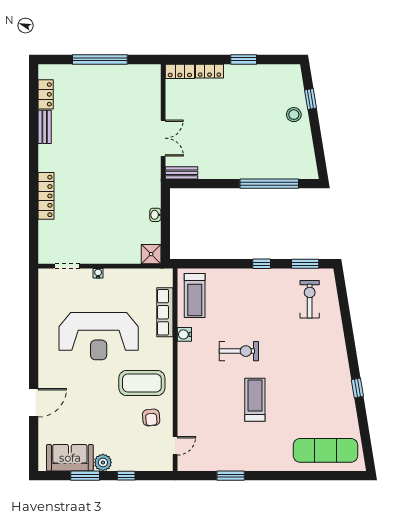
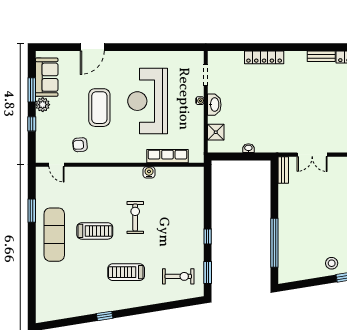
shower: (151, 254) -> (216, 132), moved
washbasin: (103, 256) -> (214, 105), added
treadmill: (195, 296) -> (126, 272), moved
exercise bike: (239, 351) -> (135, 218), turned 180
coffee table: (142, 383) -> (99, 108), moved
door: (34, 403) -> (92, 47), hinge flipped
exercise mat: (325, 450) -> (54, 235), moved

